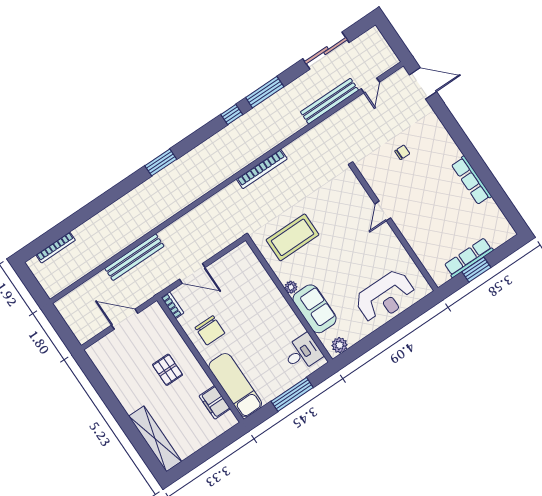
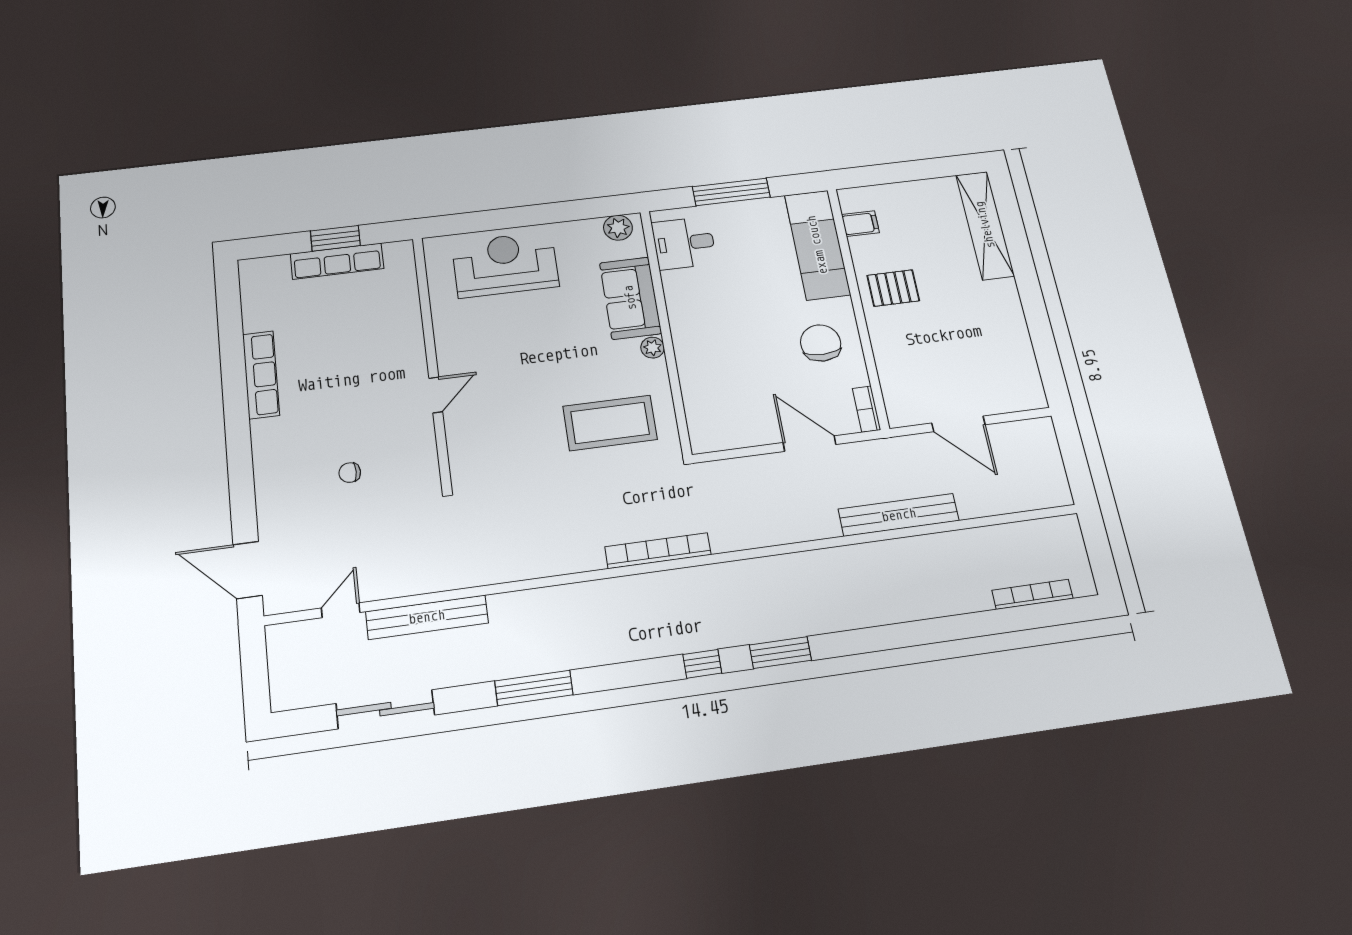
window: (232, 114) -> (702, 664), moved
bookcase: (262, 169) -> (658, 551), moved
pallet: (168, 370) -> (893, 288), moved, turned 90
filing cabinet: (215, 402) -> (860, 224), width x0.50

